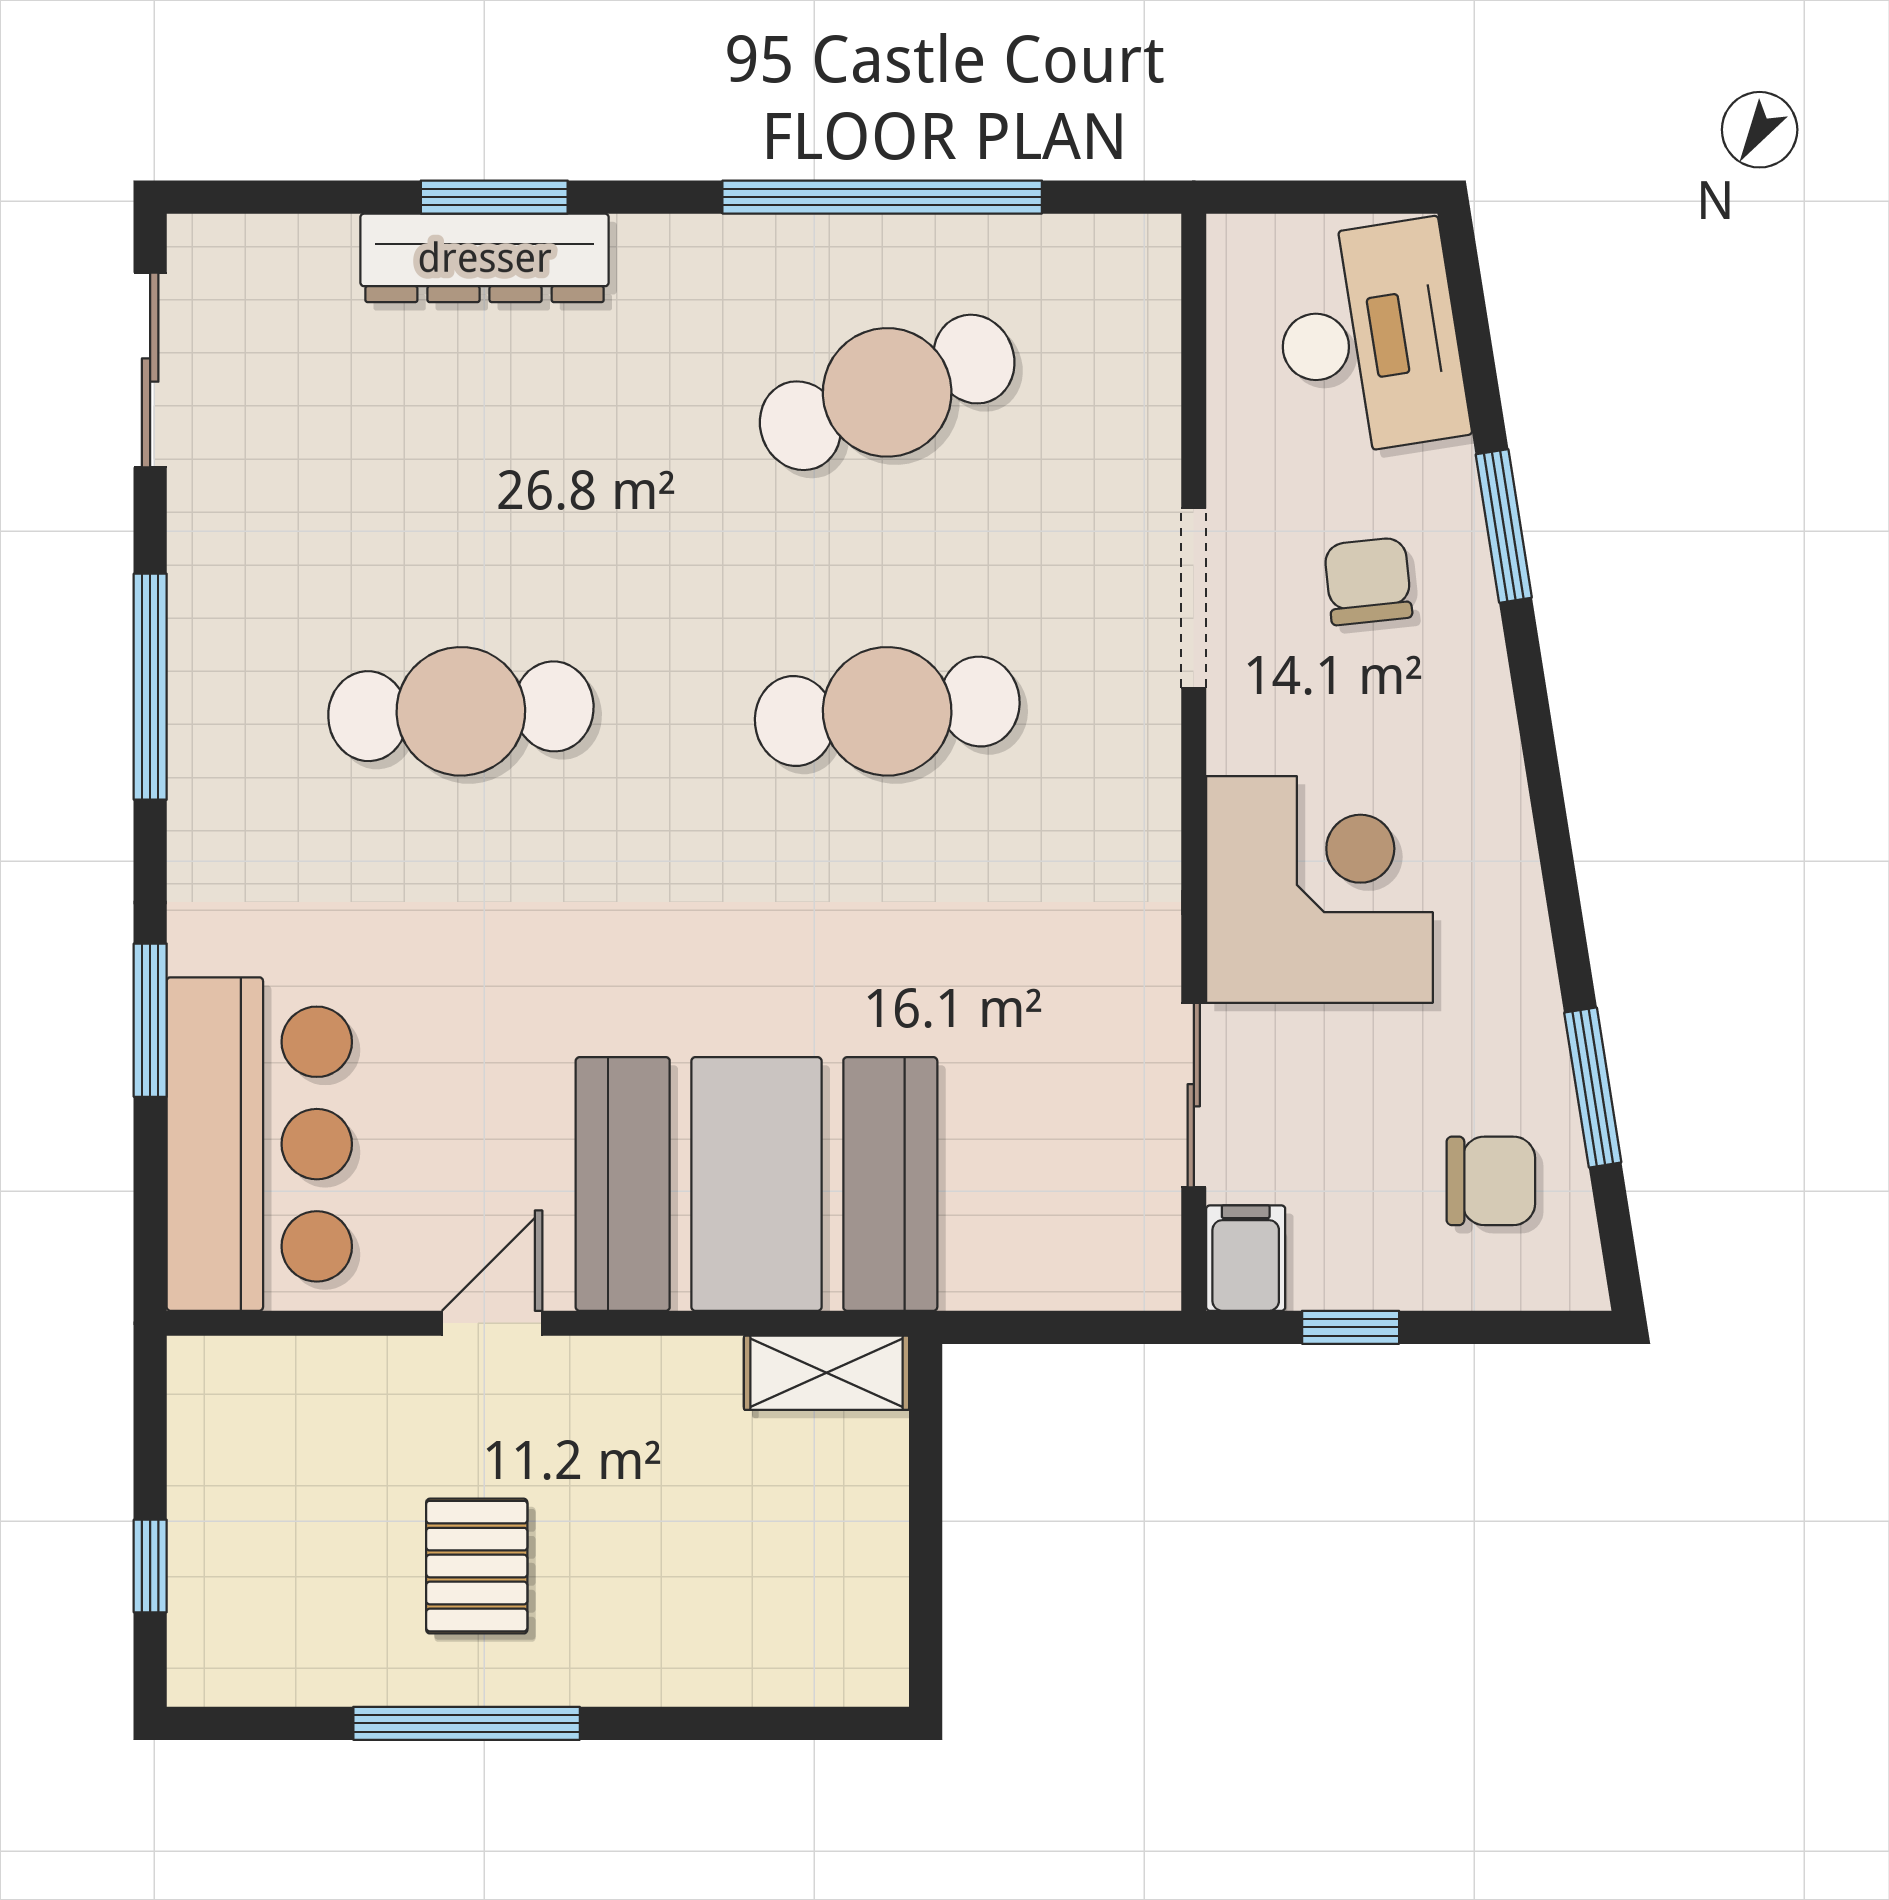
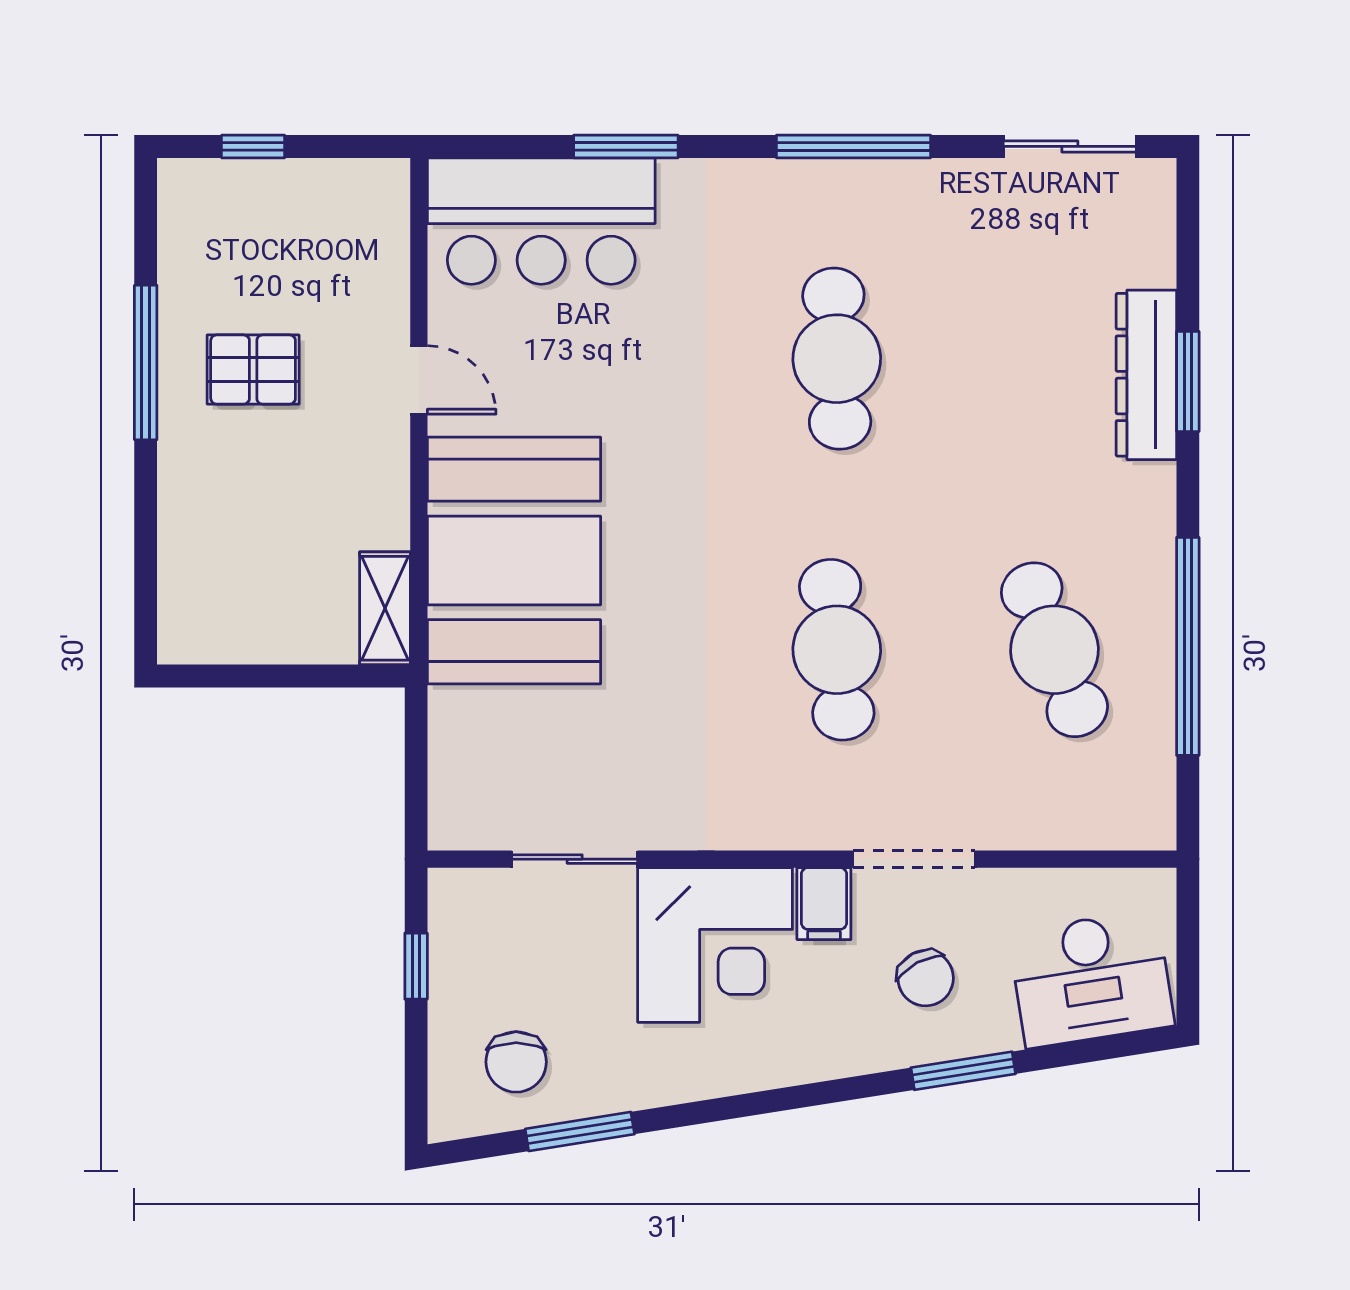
chair: (1368, 581) -> (926, 978), turned 68
filing cabinet: (1246, 1258) -> (824, 904), moved, turned 90

